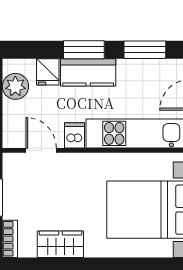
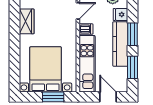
kitchen counter: (88, 72) -> (120, 44), width x1.50

